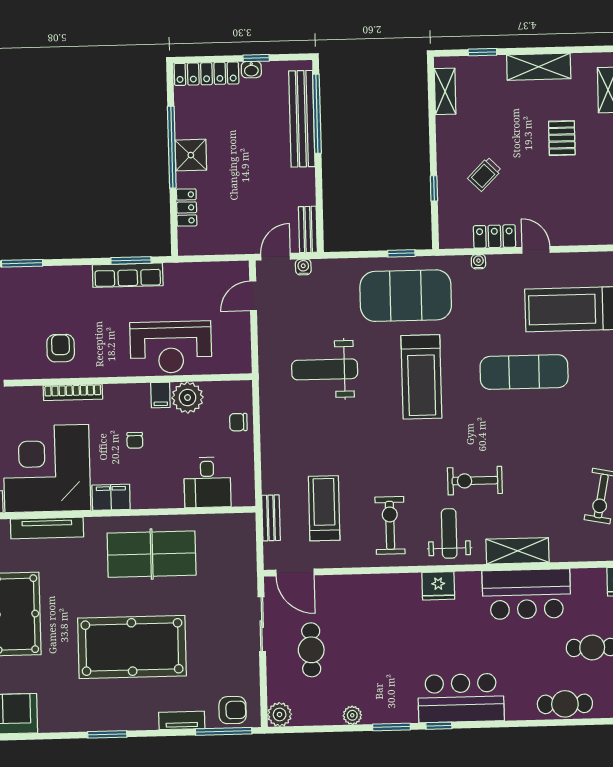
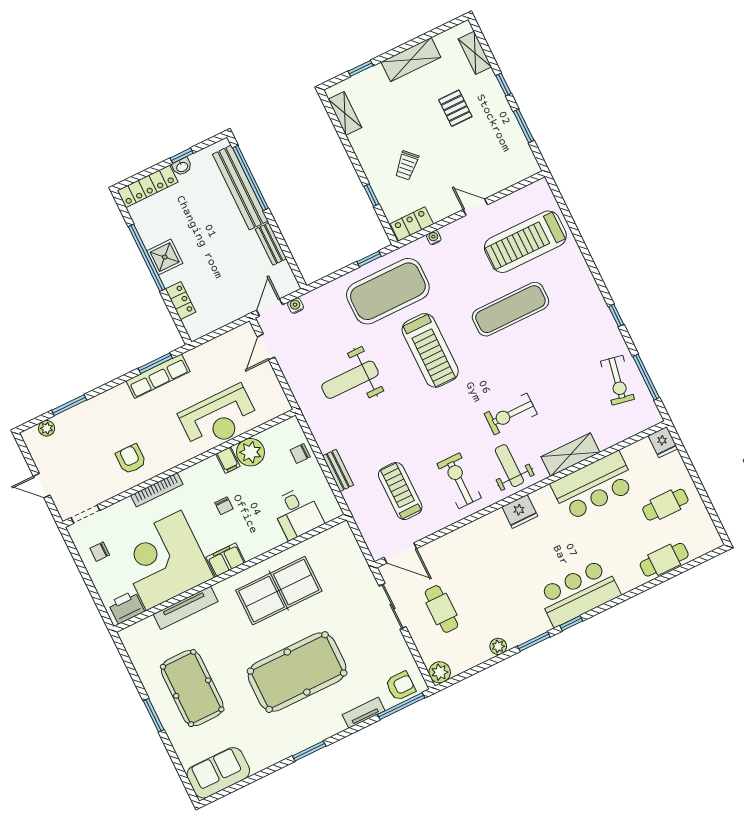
bench: (308, 229) -> (271, 244), moved
locker: (494, 236) -> (412, 224), moved
bench: (271, 518) -> (338, 470), moved

